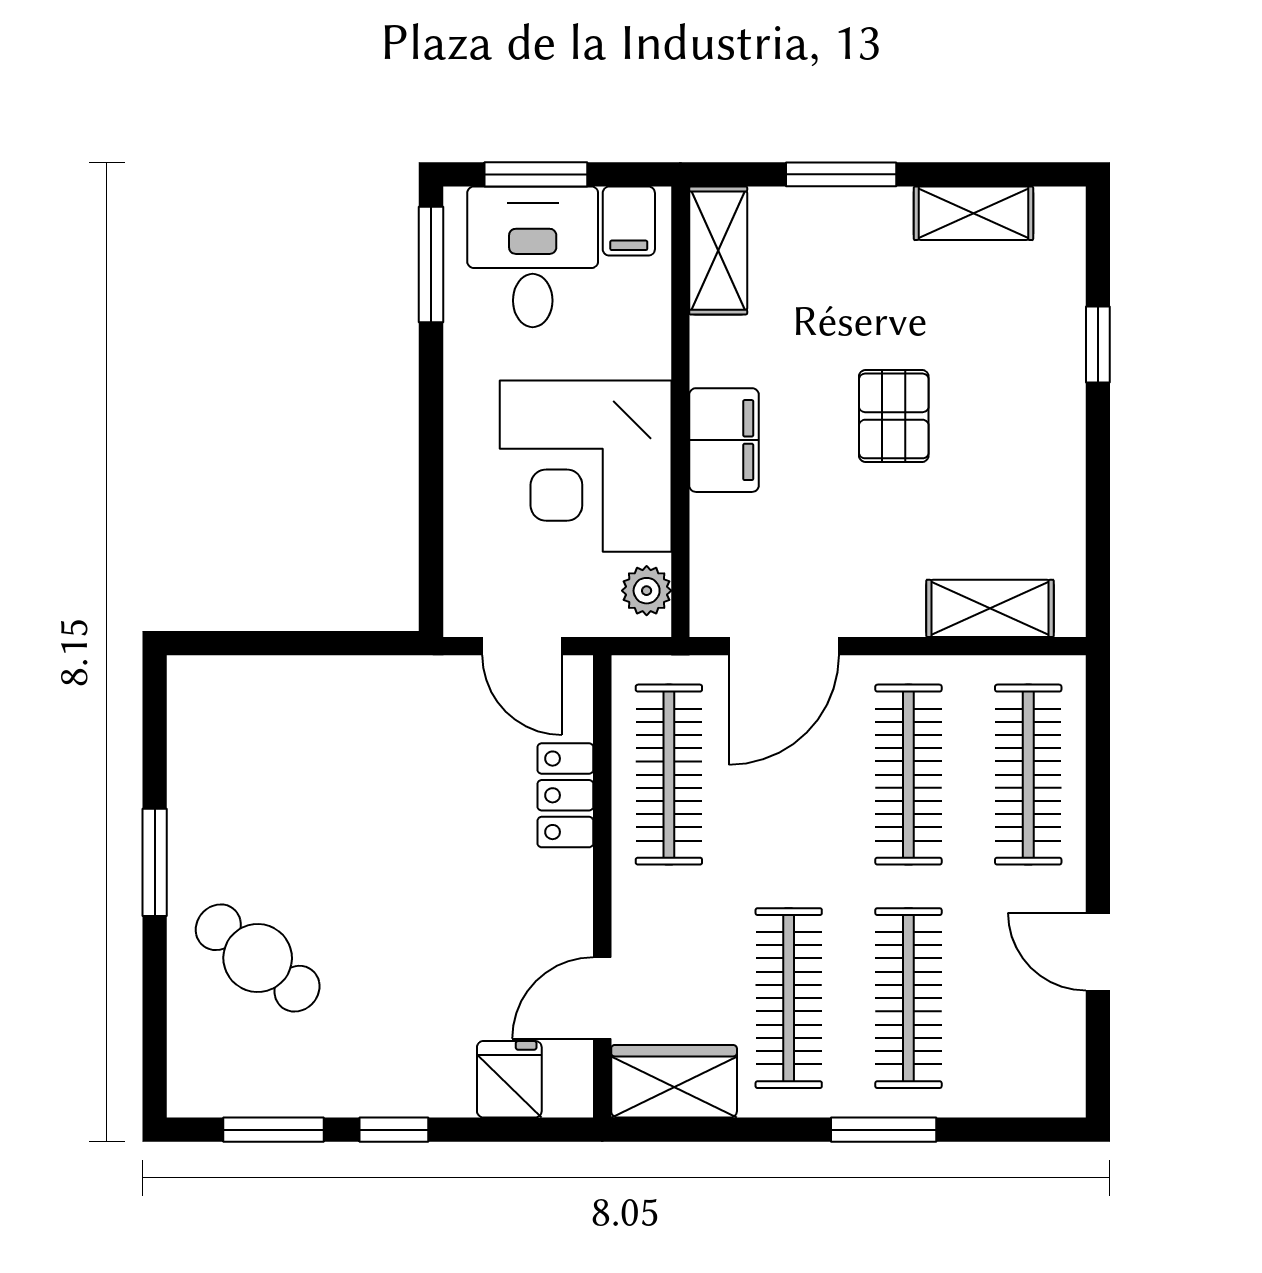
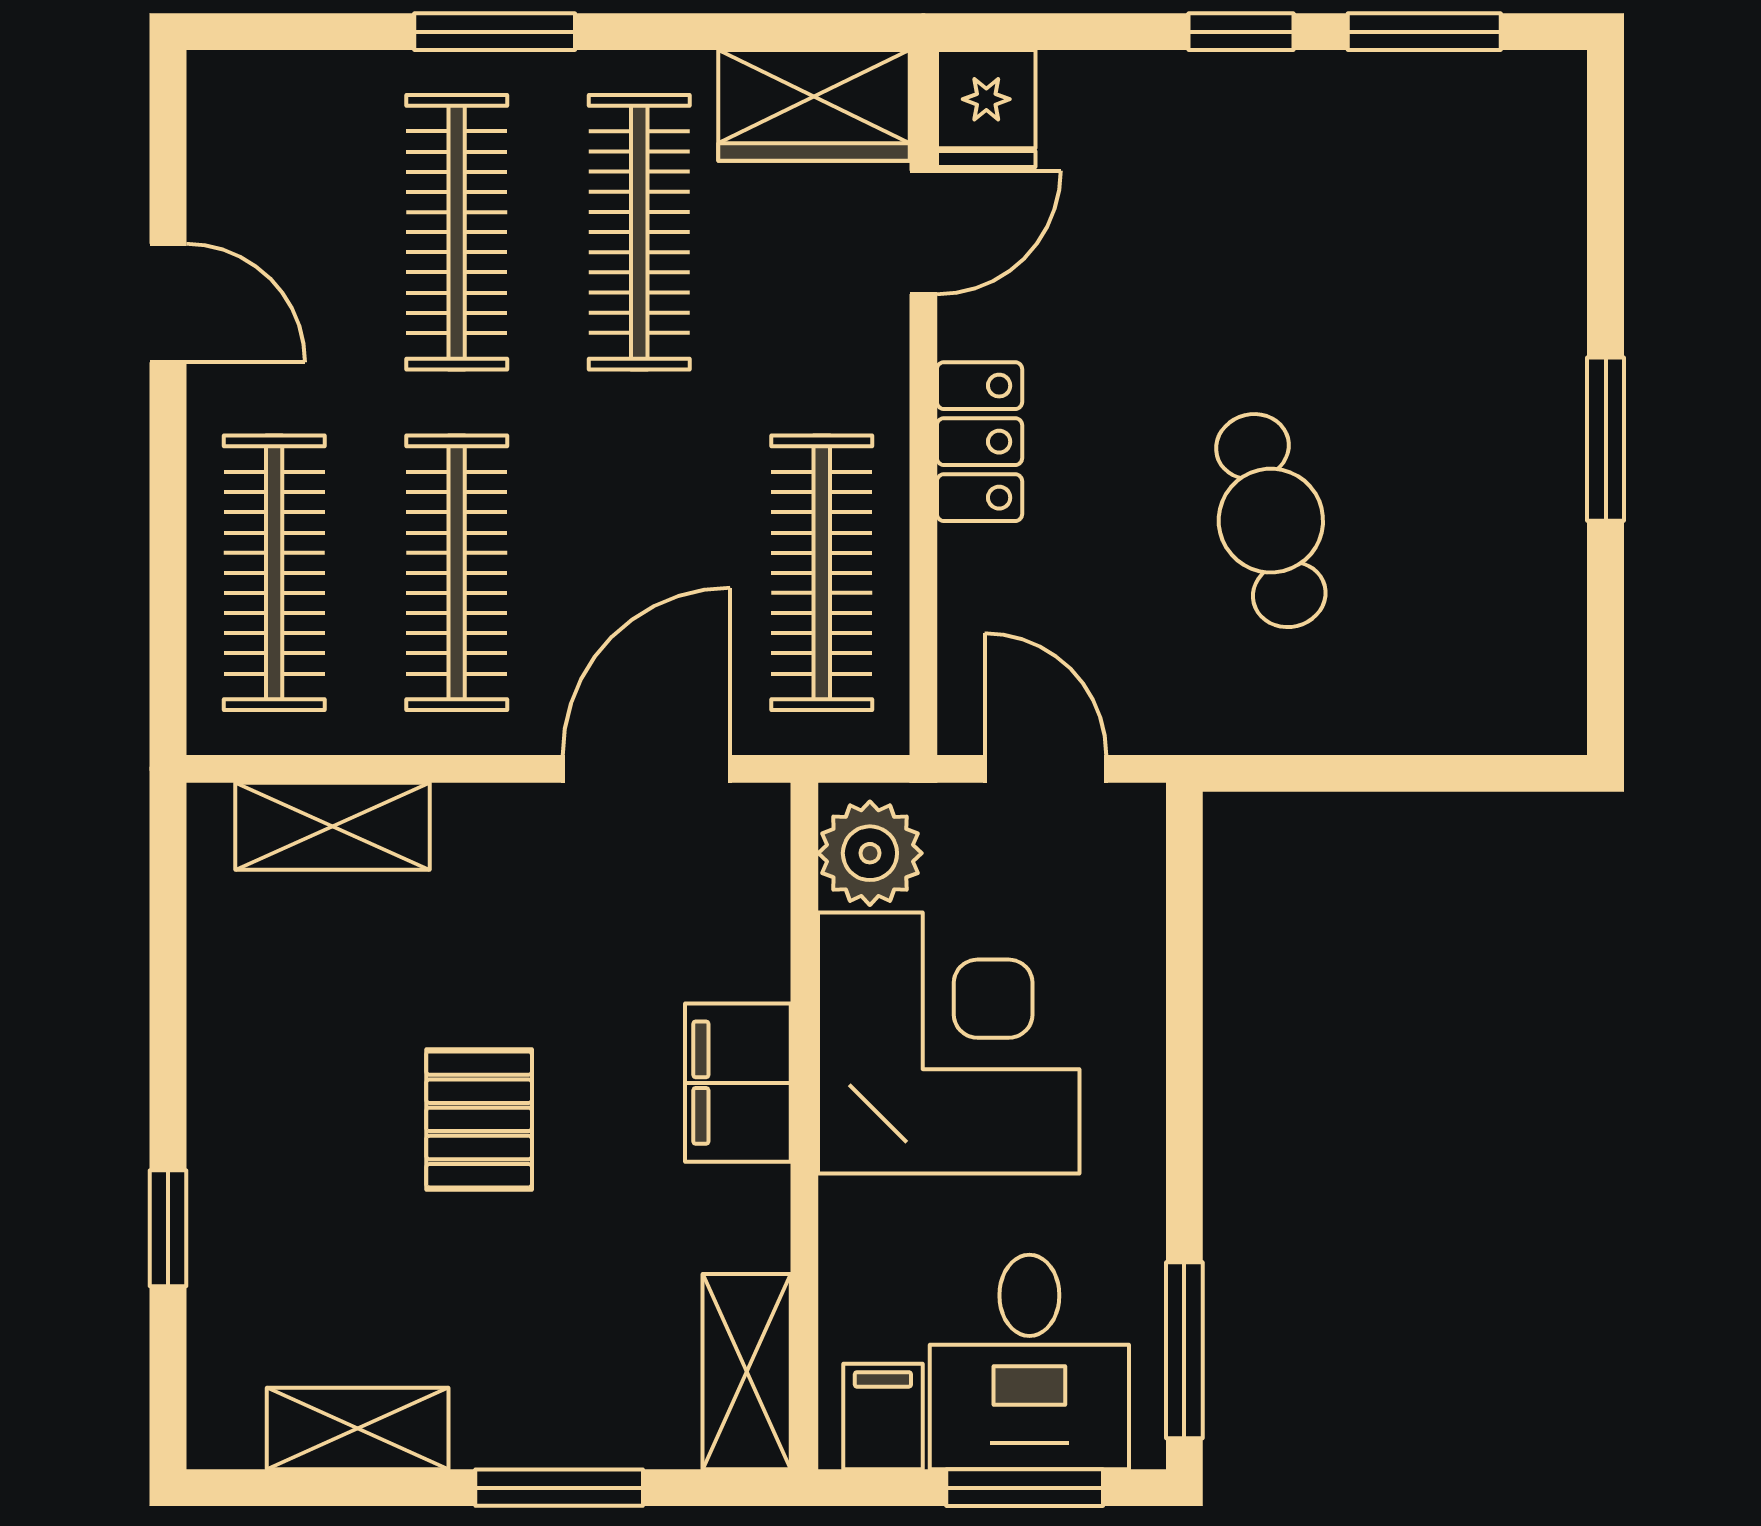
plant: (647, 591) -> (870, 853), width x1.38, depth x1.38
locker: (565, 795) -> (980, 442), moved
cafe table: (258, 958) -> (1271, 521), moved, turned 38
fridge: (509, 1079) -> (986, 109), moved

